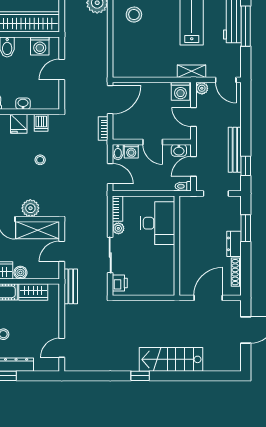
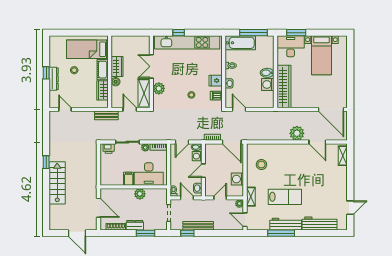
stool: (134, 15) -> (261, 165), moved
washing machine: (40, 46) -> (268, 84), moved
door: (62, 69) -> (239, 109), moved
door: (226, 80) -> (245, 220), hinge flipped
washing machine: (180, 91) -> (237, 179), moved
plant: (187, 237) -> (140, 194), added
filing cabinet: (165, 253) -> (129, 179), added

